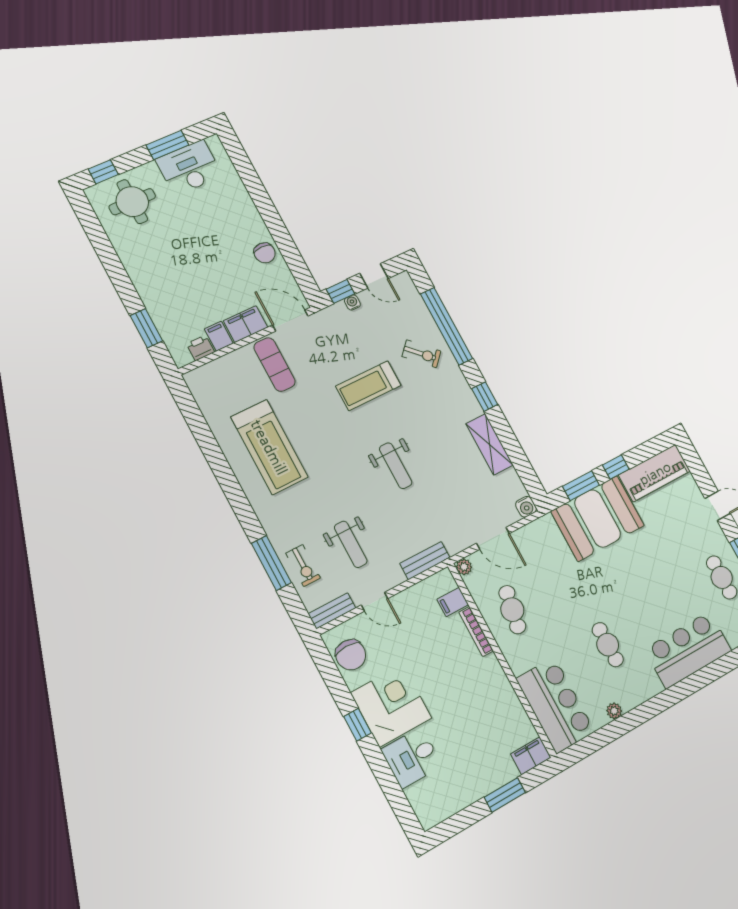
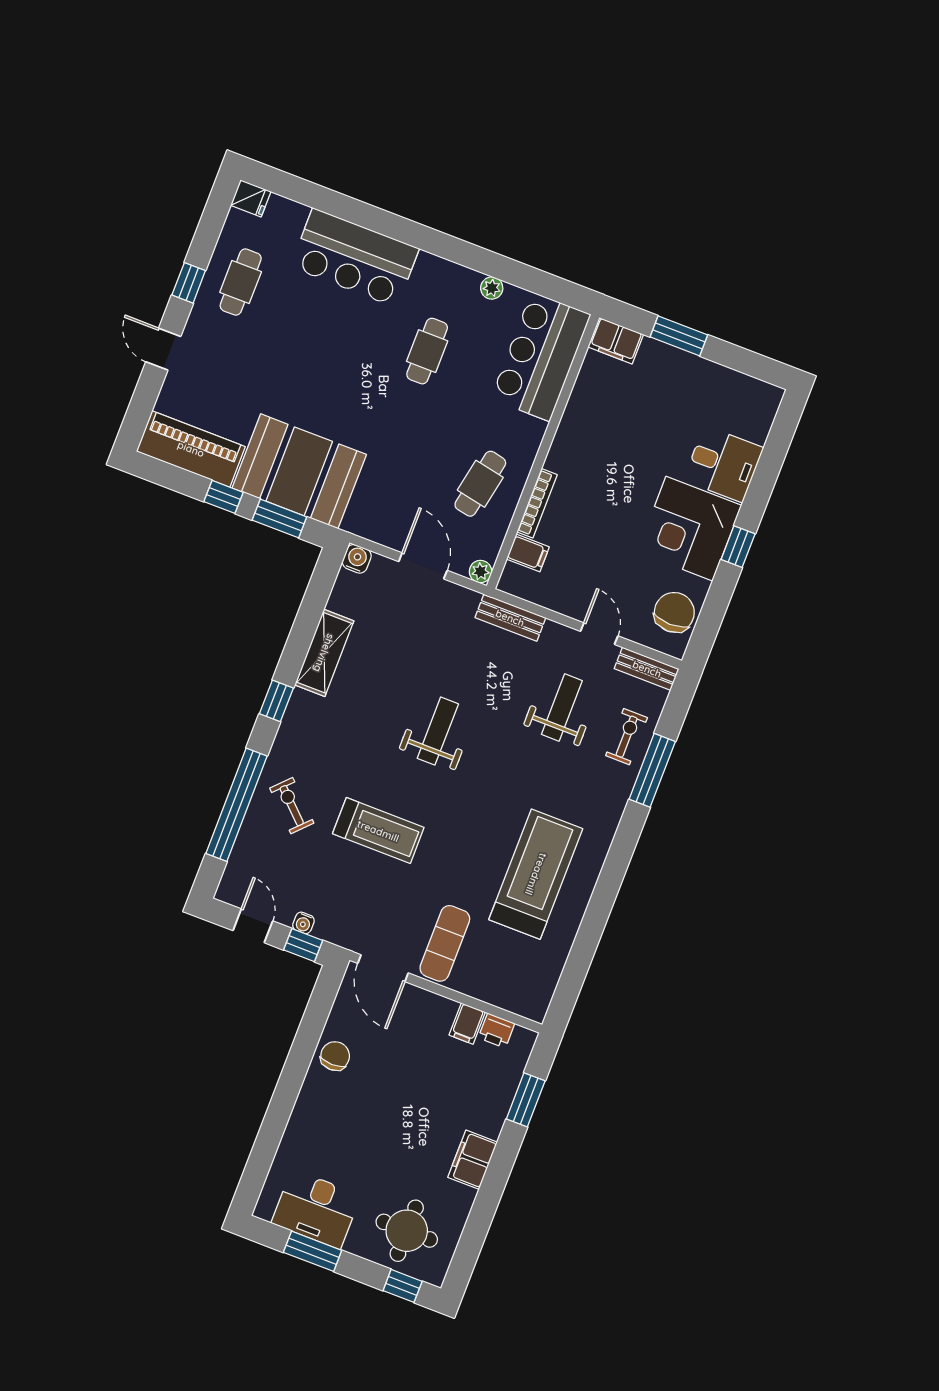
filing cabinet: (246, 324) -> (473, 1160), moved, turned 90

